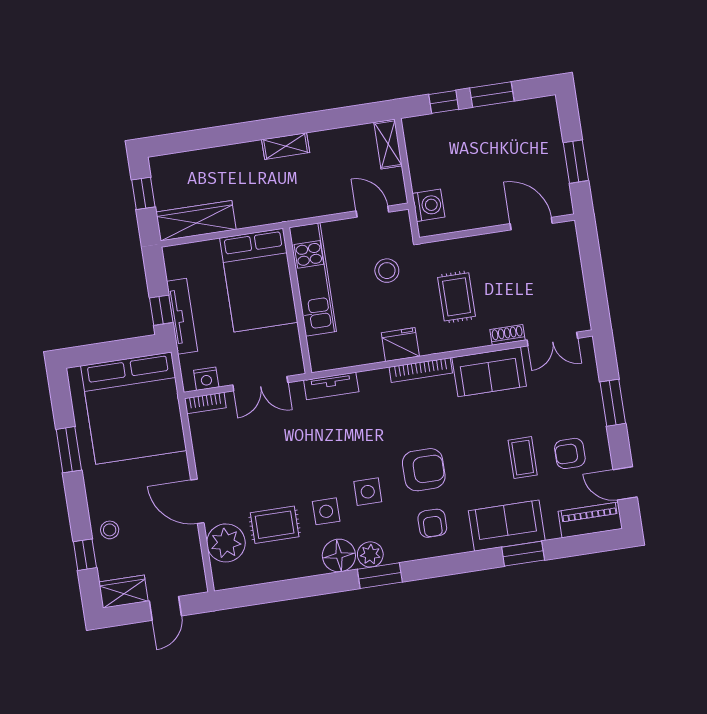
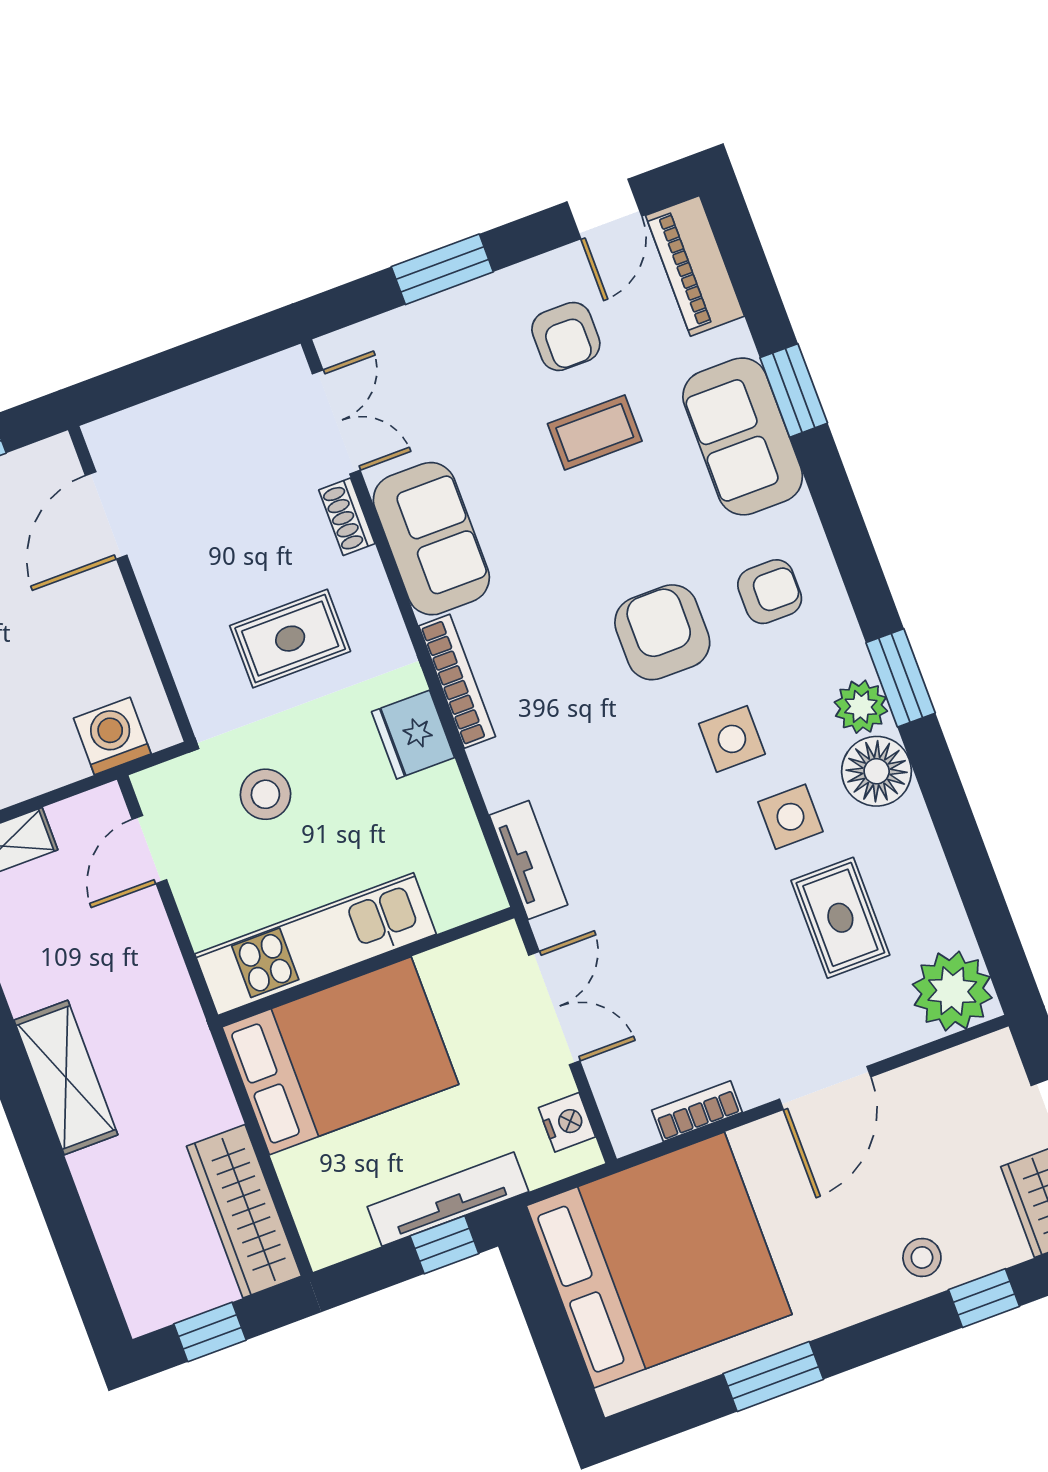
shelving: (286, 146) -> (66, 1077), width x1.50, depth x1.33
bookcase: (205, 403) -> (697, 1111), moved, turned -90
plant: (226, 543) -> (952, 991), moved

